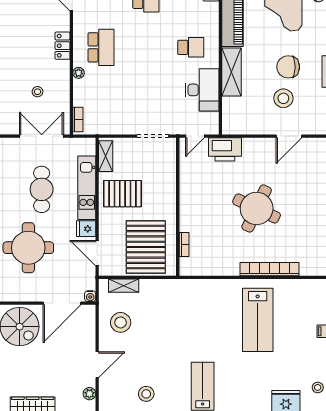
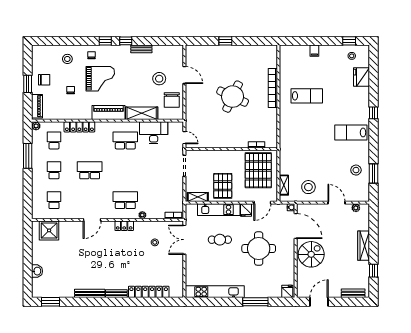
school desk: (191, 47) -> (125, 140), width x1.85
chair: (288, 67) -> (172, 100), moved
printer: (225, 149) -> (193, 118), removed
cafe table: (42, 189) -> (220, 240), width x0.73, depth x0.74
pallet: (146, 247) -> (258, 170), turned 90
lab bench: (258, 320) -> (307, 96), width x0.73, depth x0.72

